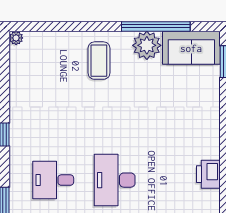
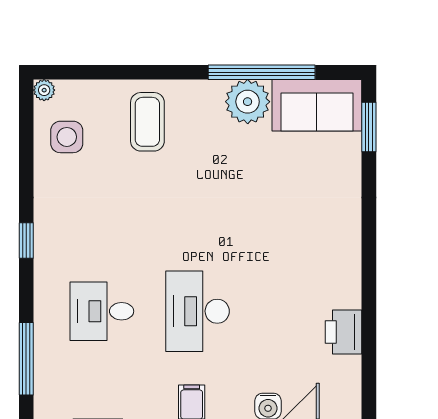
coffee table: (99, 61) -> (147, 122), moved
side table: (31, 68) -> (67, 137), added
printer: (208, 174) -> (343, 332), moved

